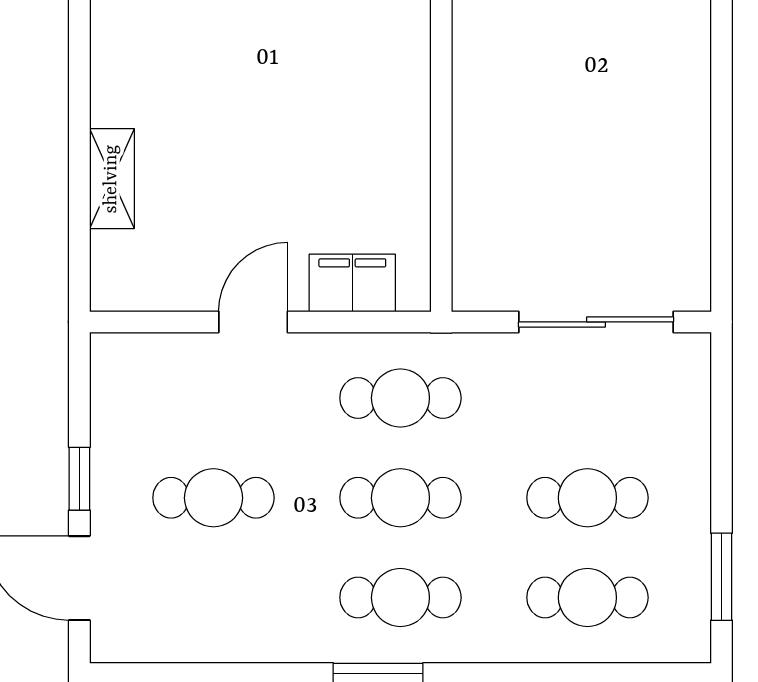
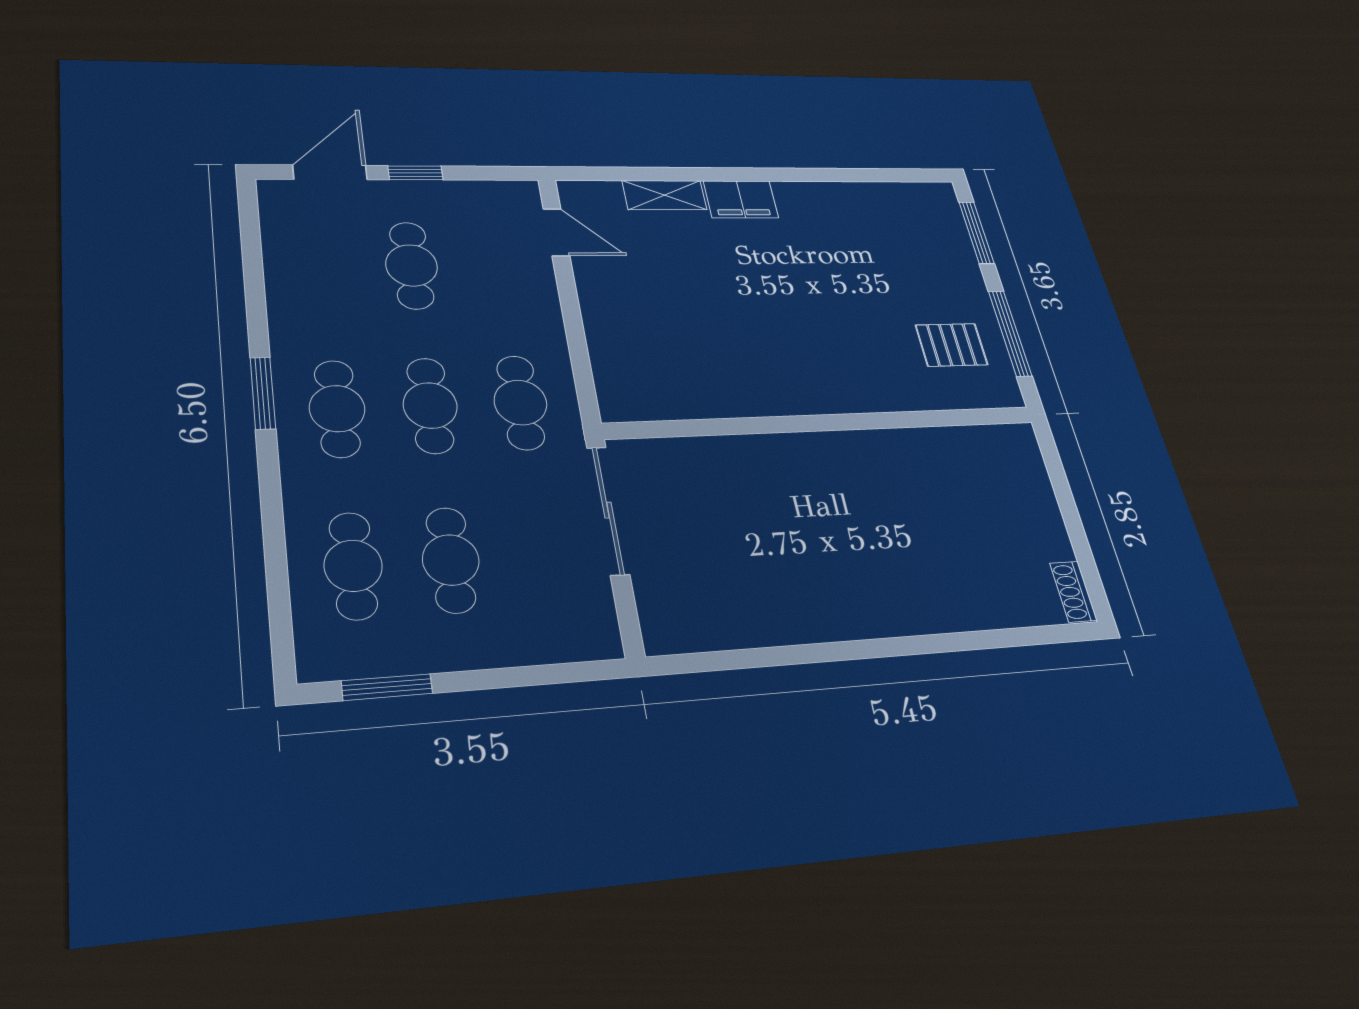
filing cabinet: (352, 283) -> (741, 199), moved, turned 90
door: (253, 322) -> (556, 232), moved
sliding door: (596, 322) -> (608, 510), moved

